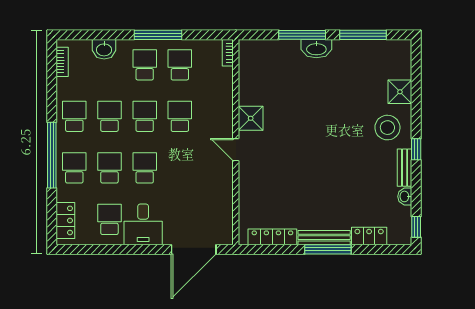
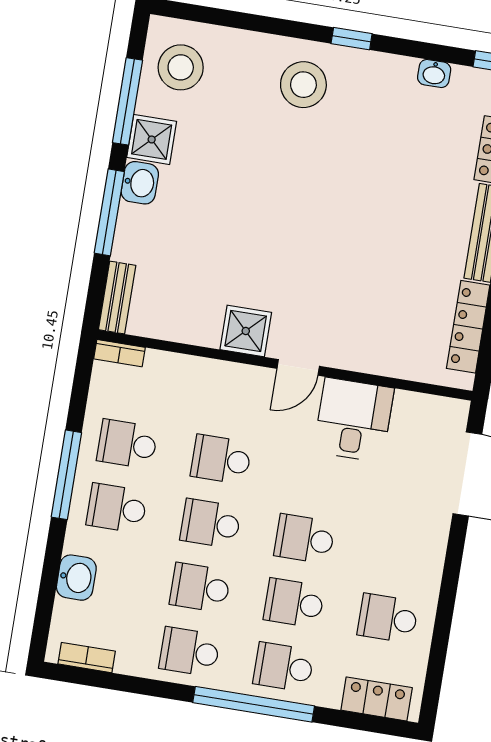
washbasin: (316, 49) -> (140, 183), width x0.72
stool: (386, 60) -> (181, 67), added
shower: (400, 92) -> (152, 139), moved
bench: (405, 168) -> (117, 298), moved, turned 90
desk: (143, 224) -> (354, 420), moved, turned -90

